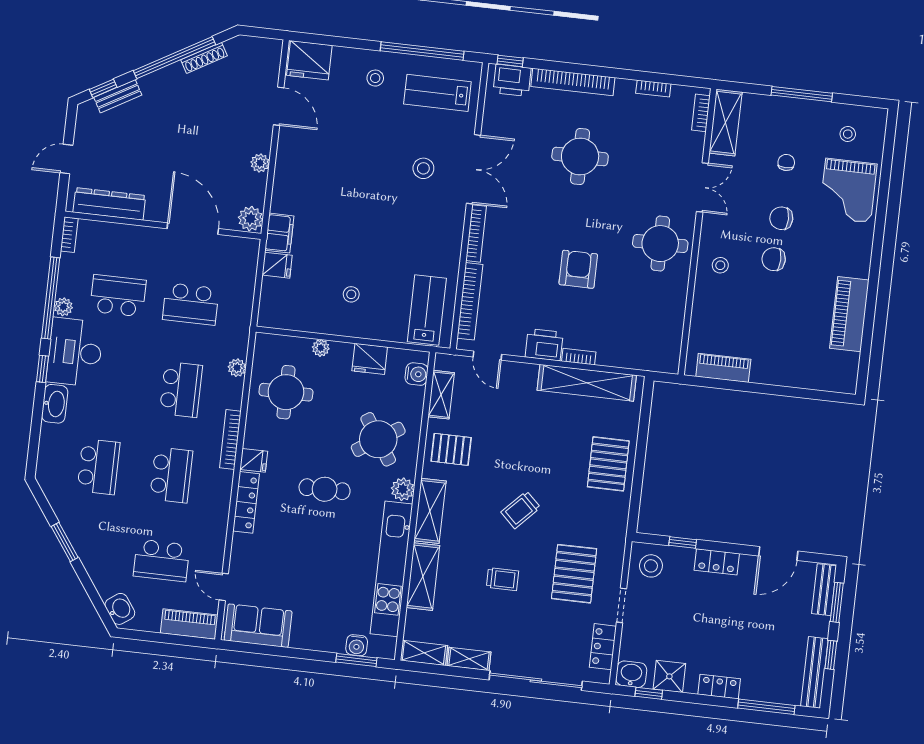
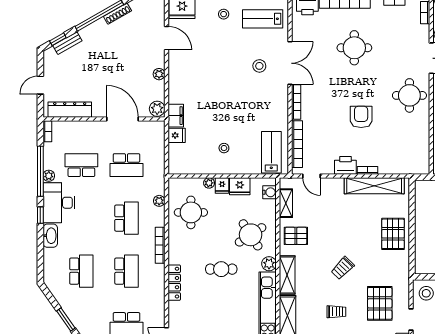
fridge: (254, 460) -> (222, 185), moved, turned 90

